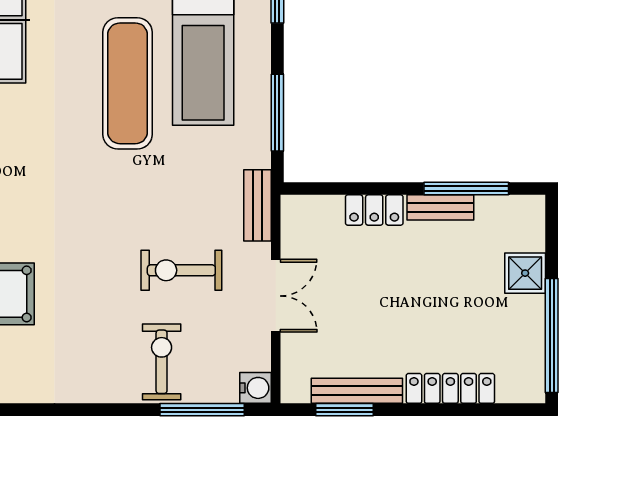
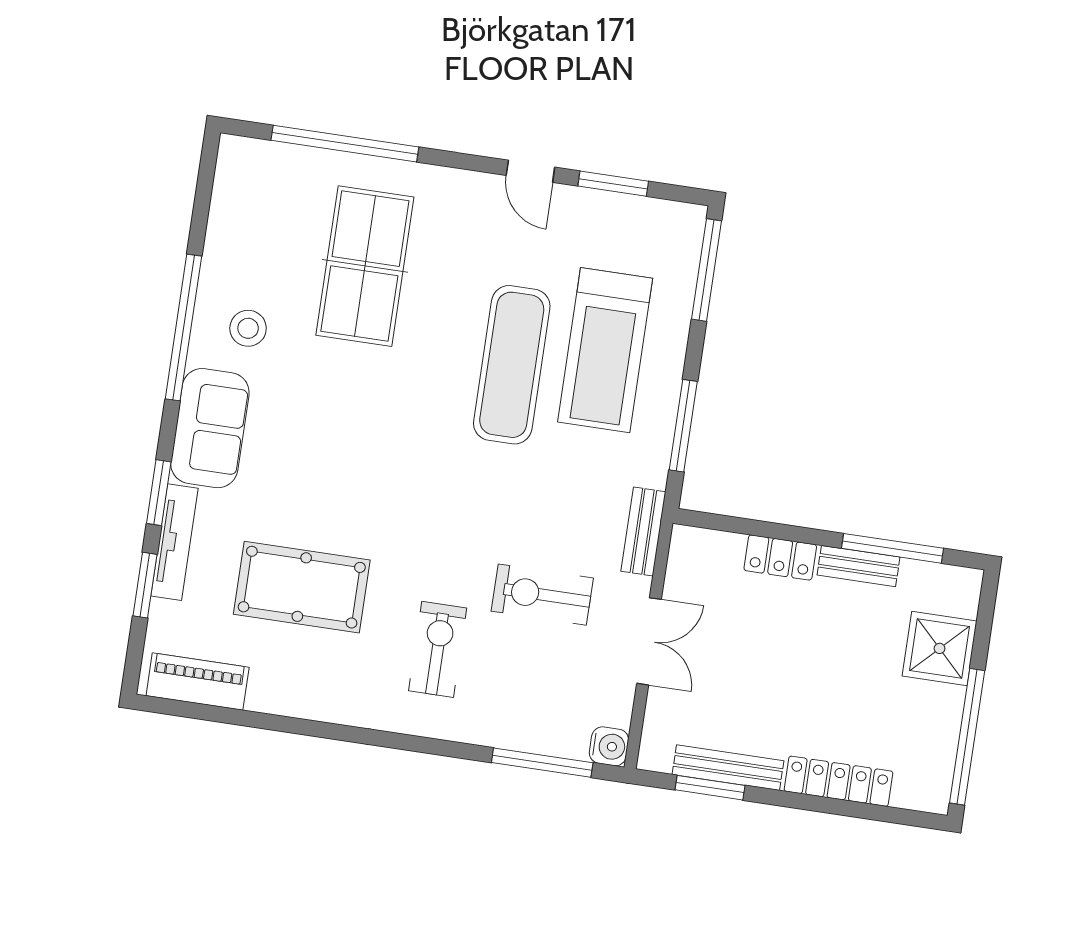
shower: (525, 273) -> (940, 648), width x1.36, depth x1.36
exercise bike: (162, 362) -> (438, 649), moved

